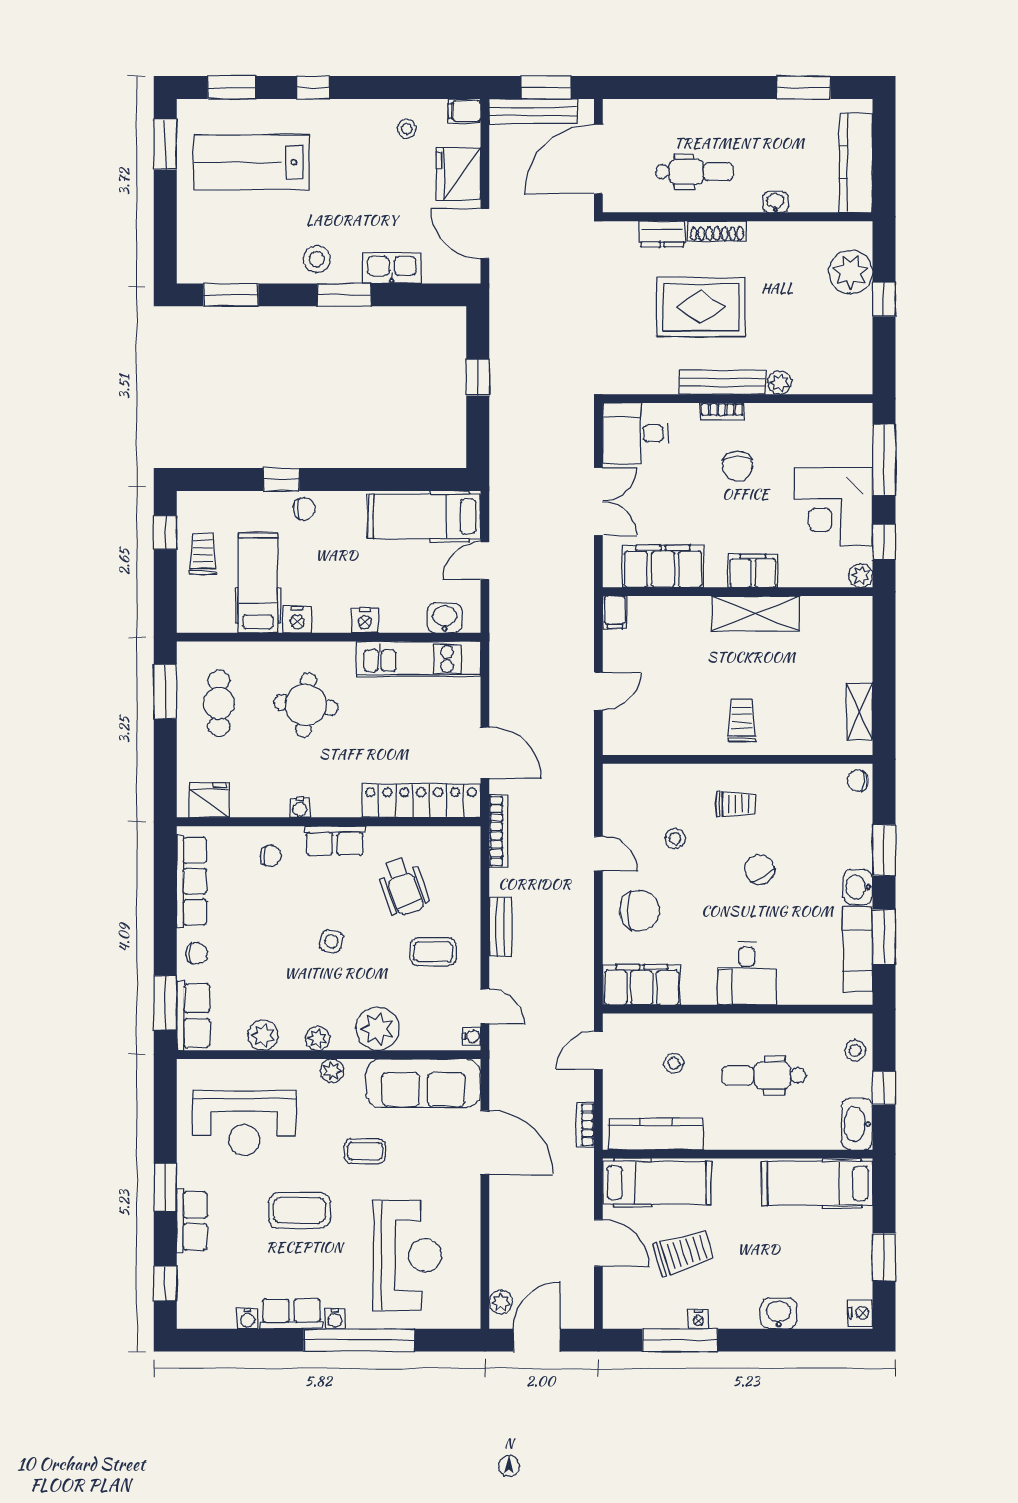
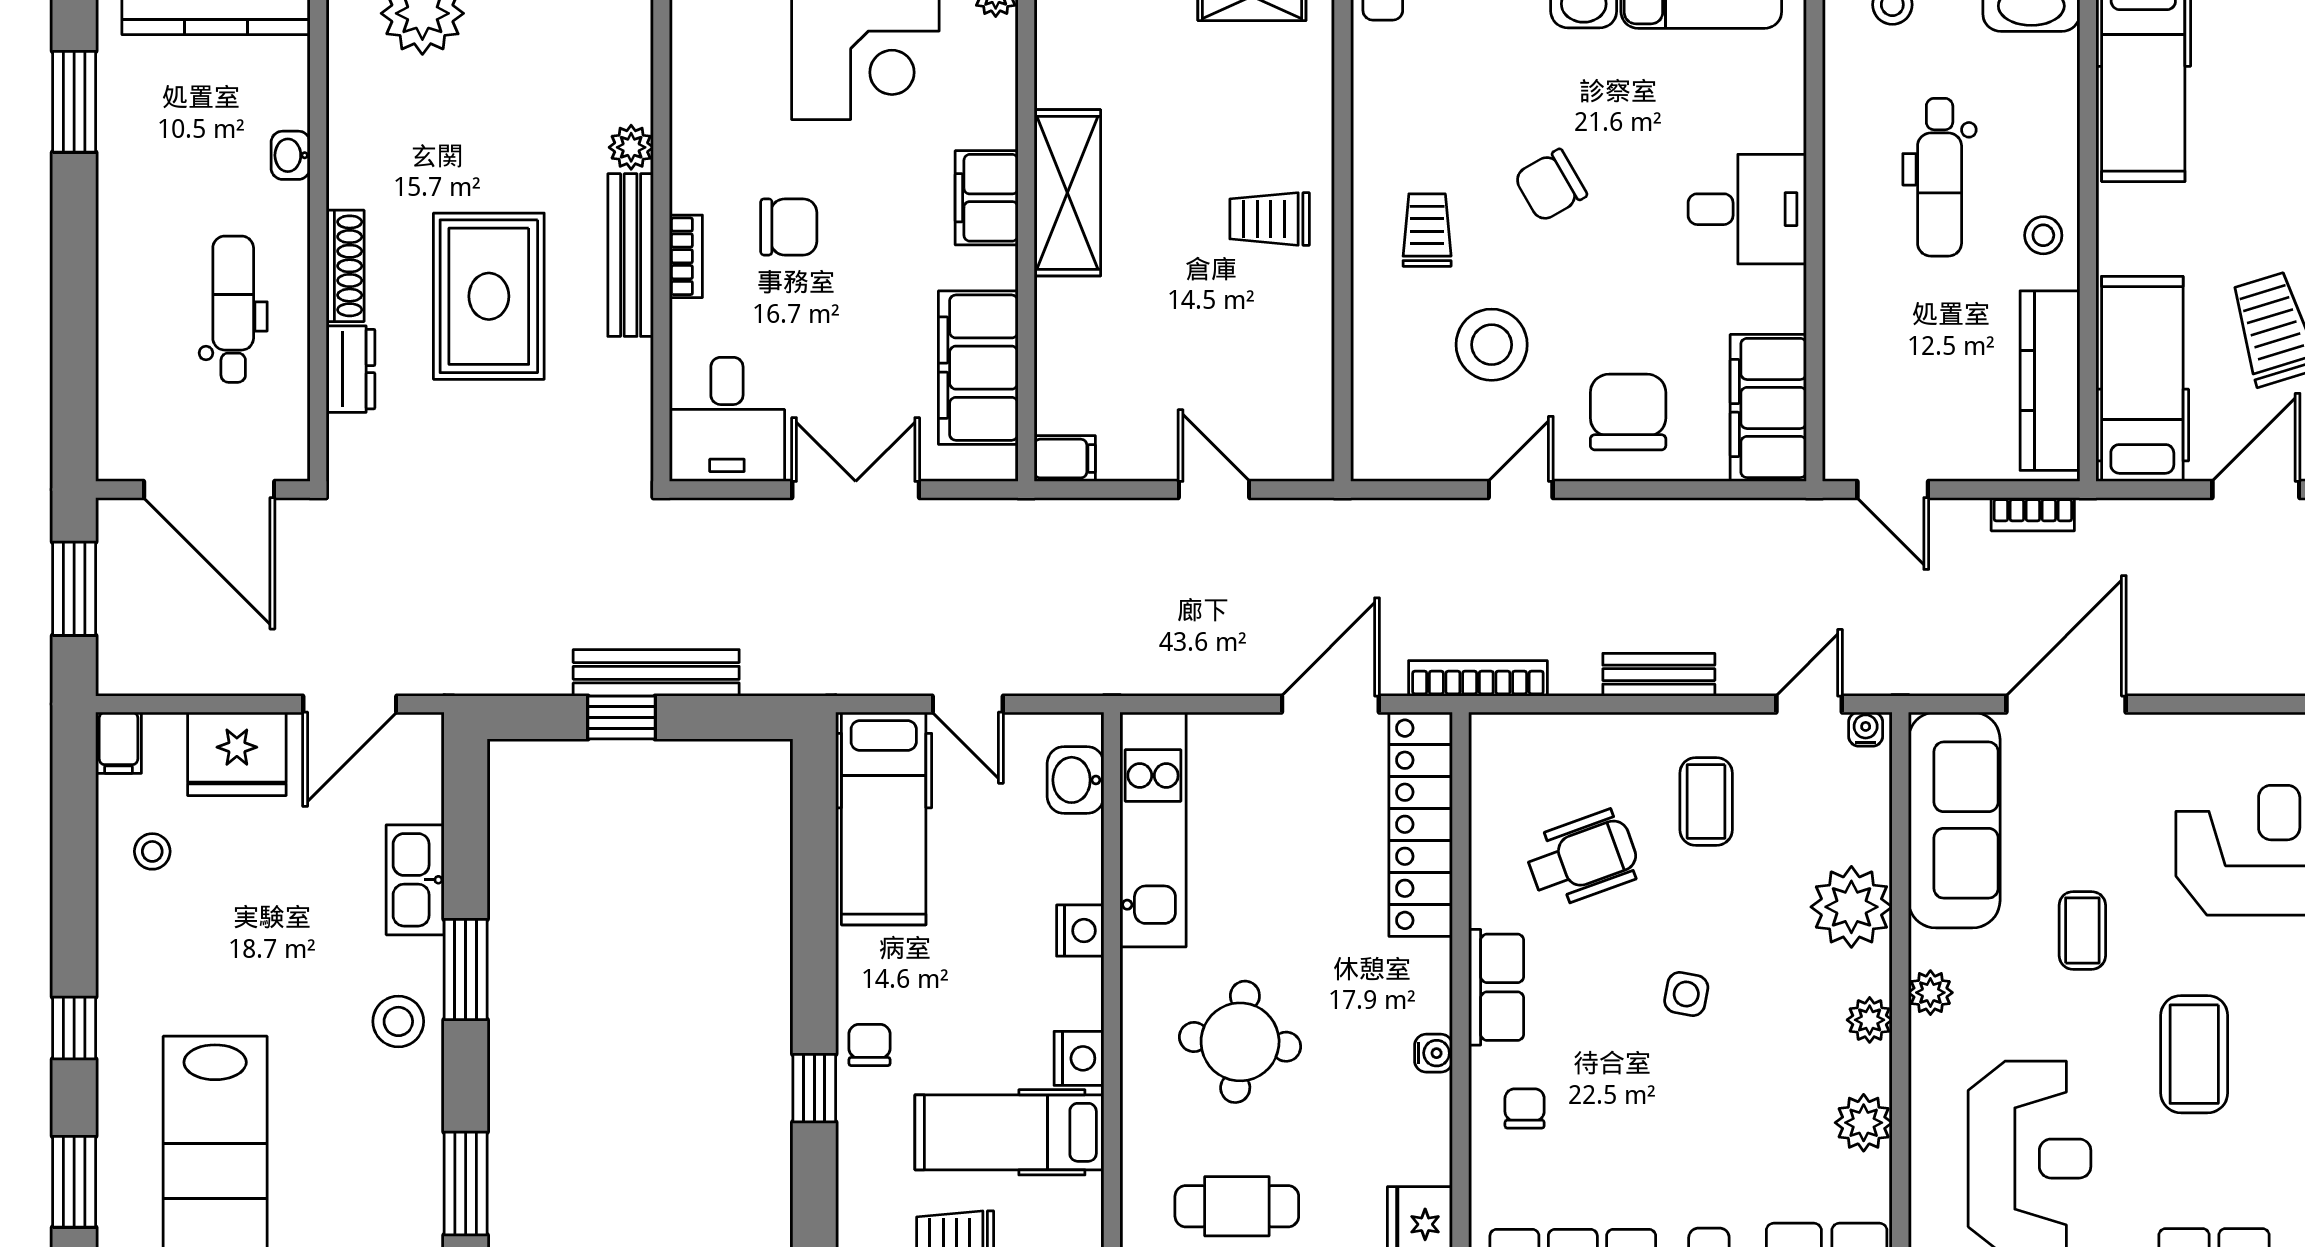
bench: (533, 111) -> (656, 673), moved, turned 90
stool: (675, 838) -> (1492, 345), width x1.89, depth x1.89
stool: (674, 1063) -> (2043, 235), moved

